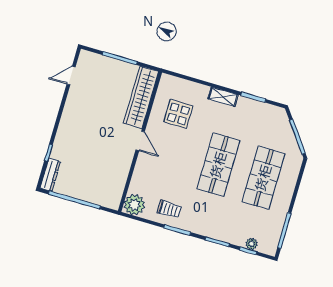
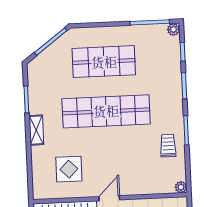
shop shelf: (218, 165) -> (106, 111), width x1.40
plant: (134, 205) -> (181, 187), width x0.53, depth x0.53
plant: (252, 244) -> (173, 29), moved

